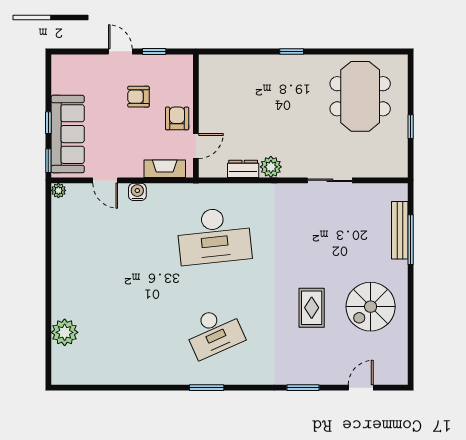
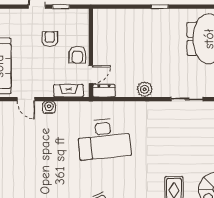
armchair: (138, 97) -> (50, 39), turned 90
armchair: (177, 118) -> (77, 55), turned 180
dresser: (243, 169) -> (104, 91), moved

